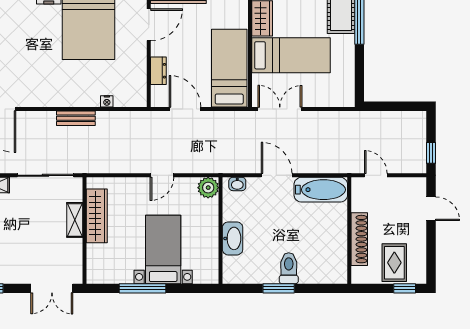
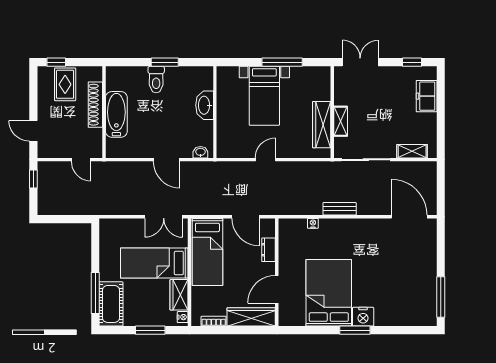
plant: (208, 188) -> (226, 149), removed
bathtub: (321, 190) -> (116, 114), moved, turned 90

